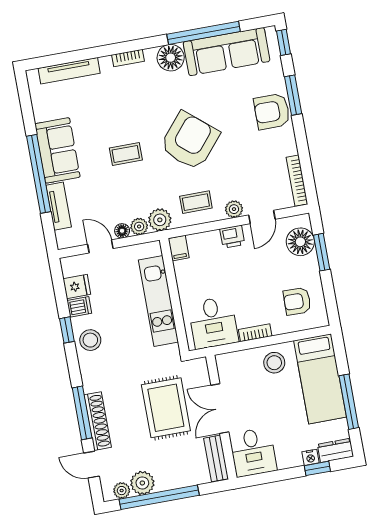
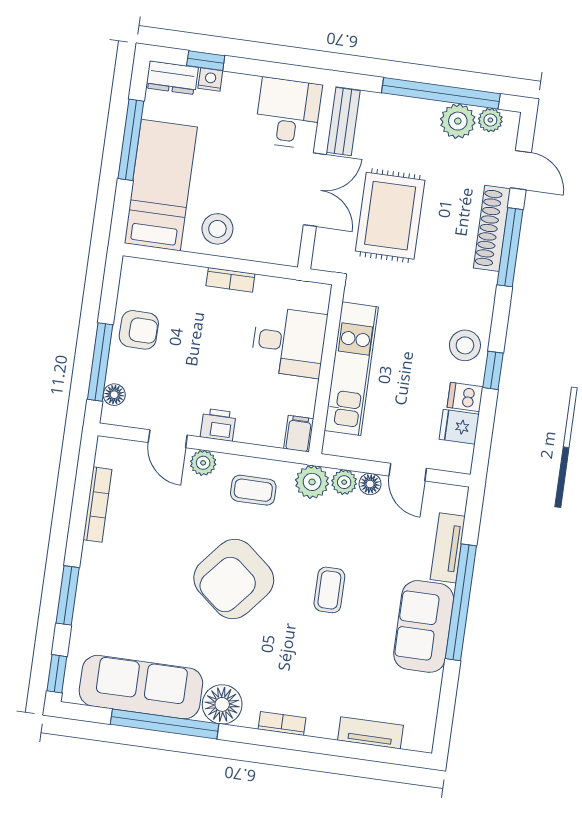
tv unit: (69, 71) -> (370, 733), width x0.71
armchair: (272, 111) -> (105, 582), removed
coffee table: (126, 154) -> (329, 590), turned 90
bookcase: (297, 181) -> (97, 505), moved
door: (262, 217) -> (168, 439), swing flipped
floor lamp: (300, 242) -> (114, 395), width x0.53, depth x0.53
window: (322, 252) -> (100, 362), width x1.44
armchair: (297, 301) -> (139, 330), moved
desk: (213, 323) -> (289, 342), moved, turned 90

